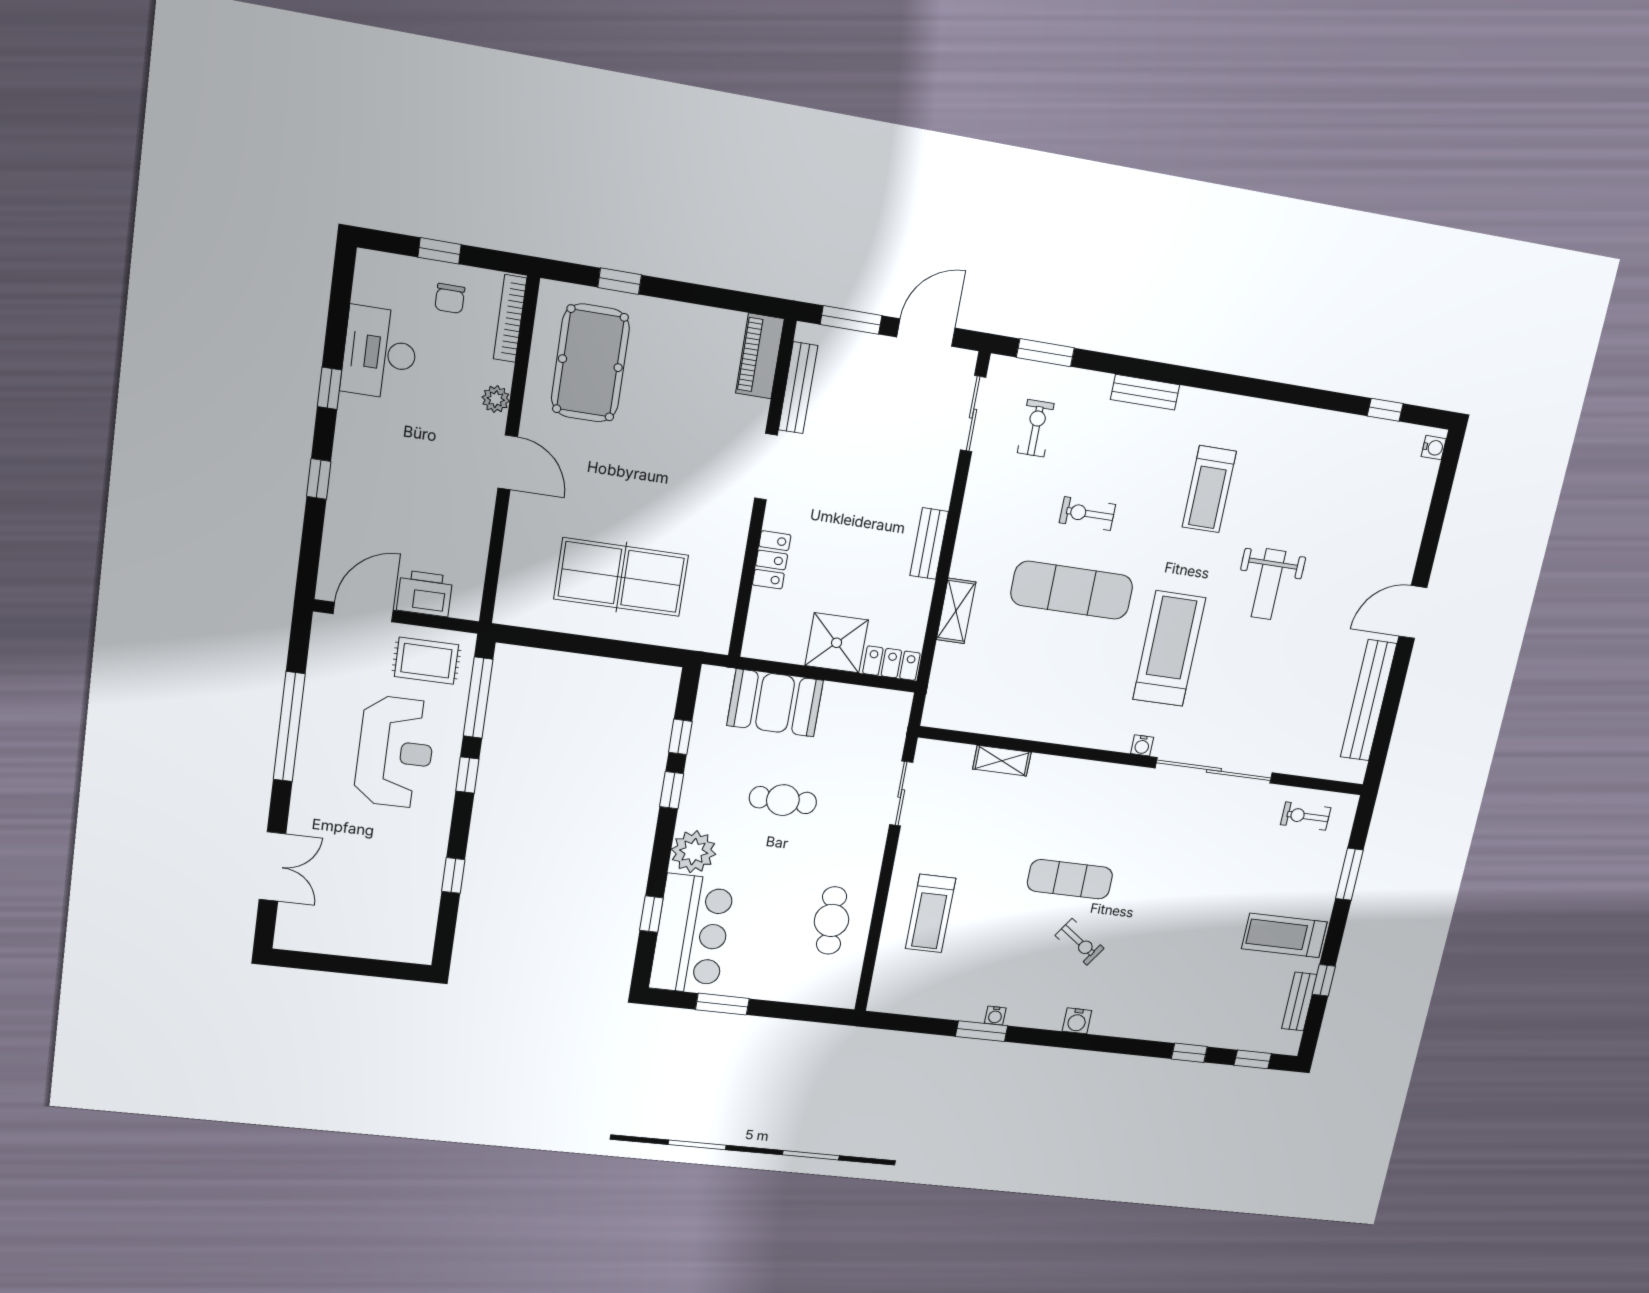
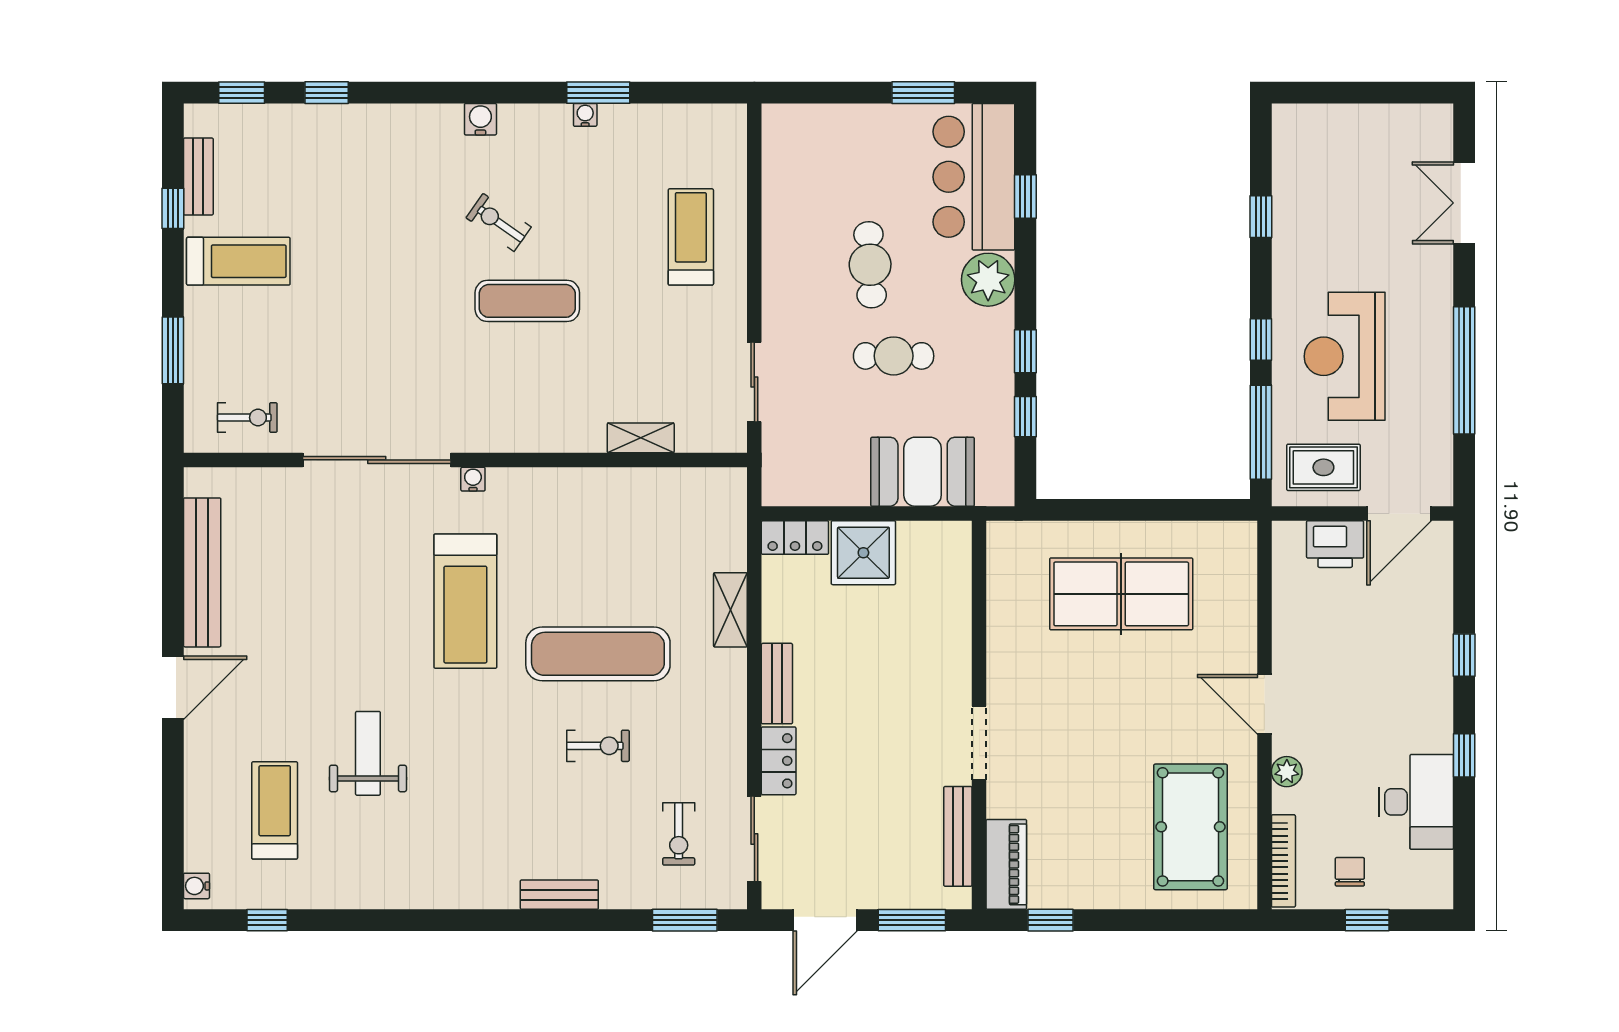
window: (620, 281) -> (1051, 920), moved
treadmill: (1209, 489) -> (275, 810), moved
locker: (772, 560) -> (779, 761), moved, turned 180
weight bench: (1269, 584) -> (368, 753), moved
cafe table: (831, 920) -> (870, 265), moved

